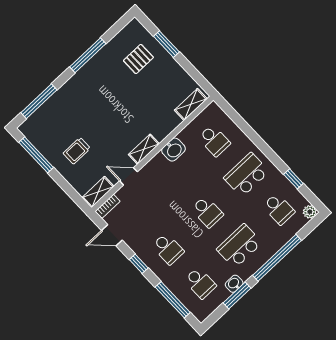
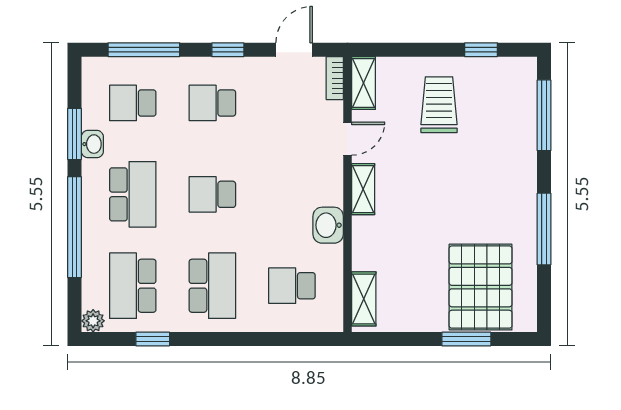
pallet: (138, 59) -> (481, 287), width x2.05, depth x2.00
trolley: (77, 151) -> (439, 105), width x1.36, depth x1.39
window: (36, 155) -> (481, 50), width x0.46
school desk: (279, 209) -> (133, 286), width x1.85

